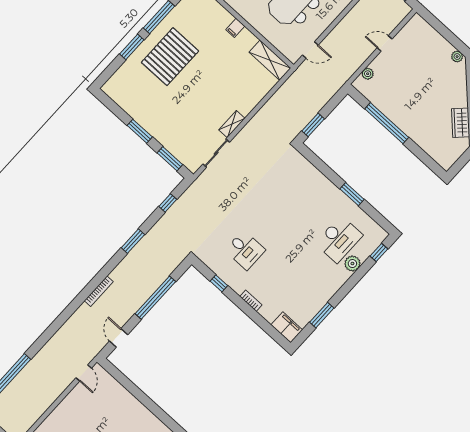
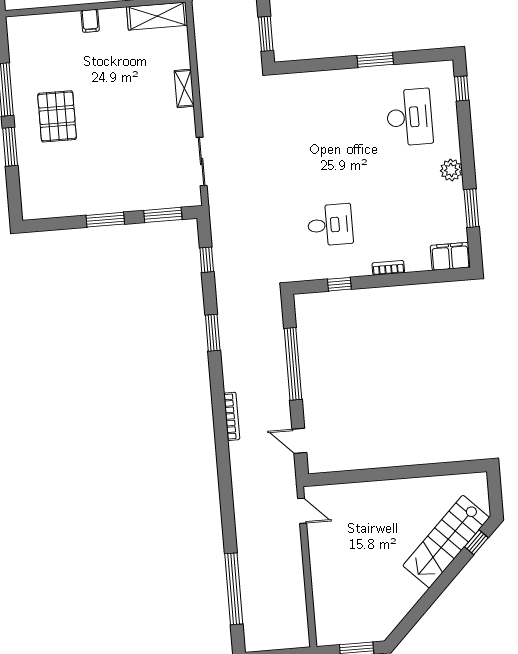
pallet: (170, 57) -> (57, 116), width x0.73, depth x0.71
shelving: (232, 124) -> (184, 88), moved
plant: (352, 264) -> (451, 170), moved

